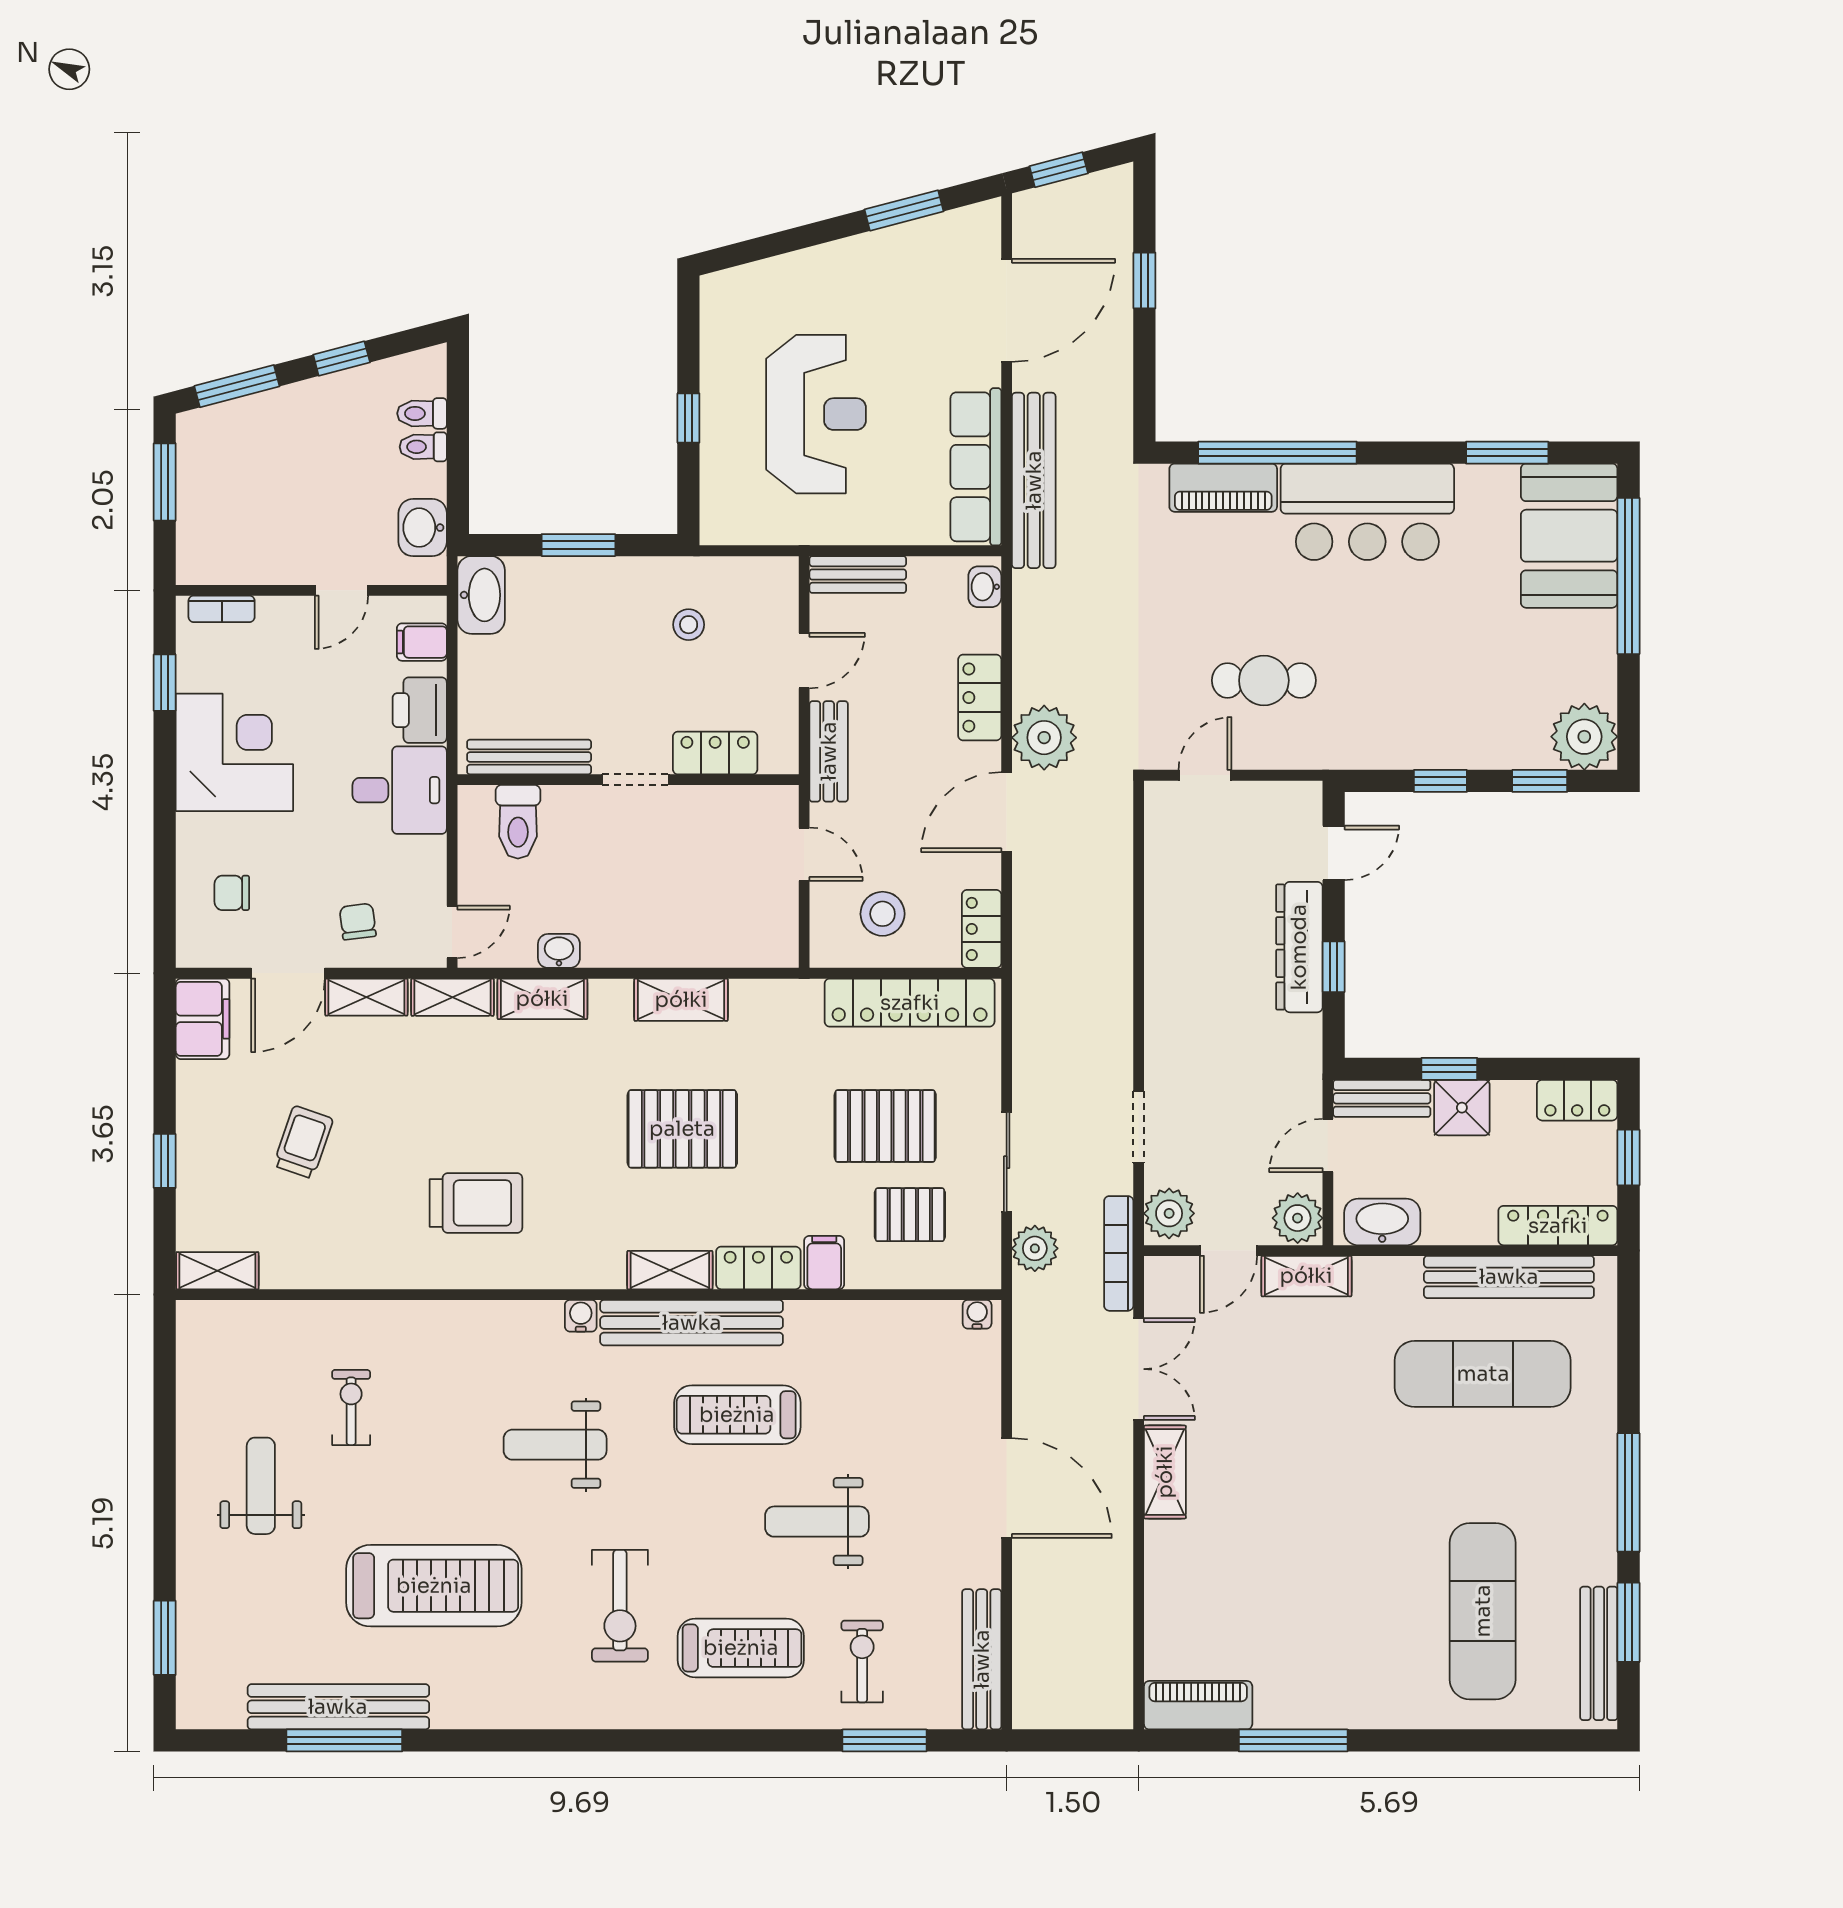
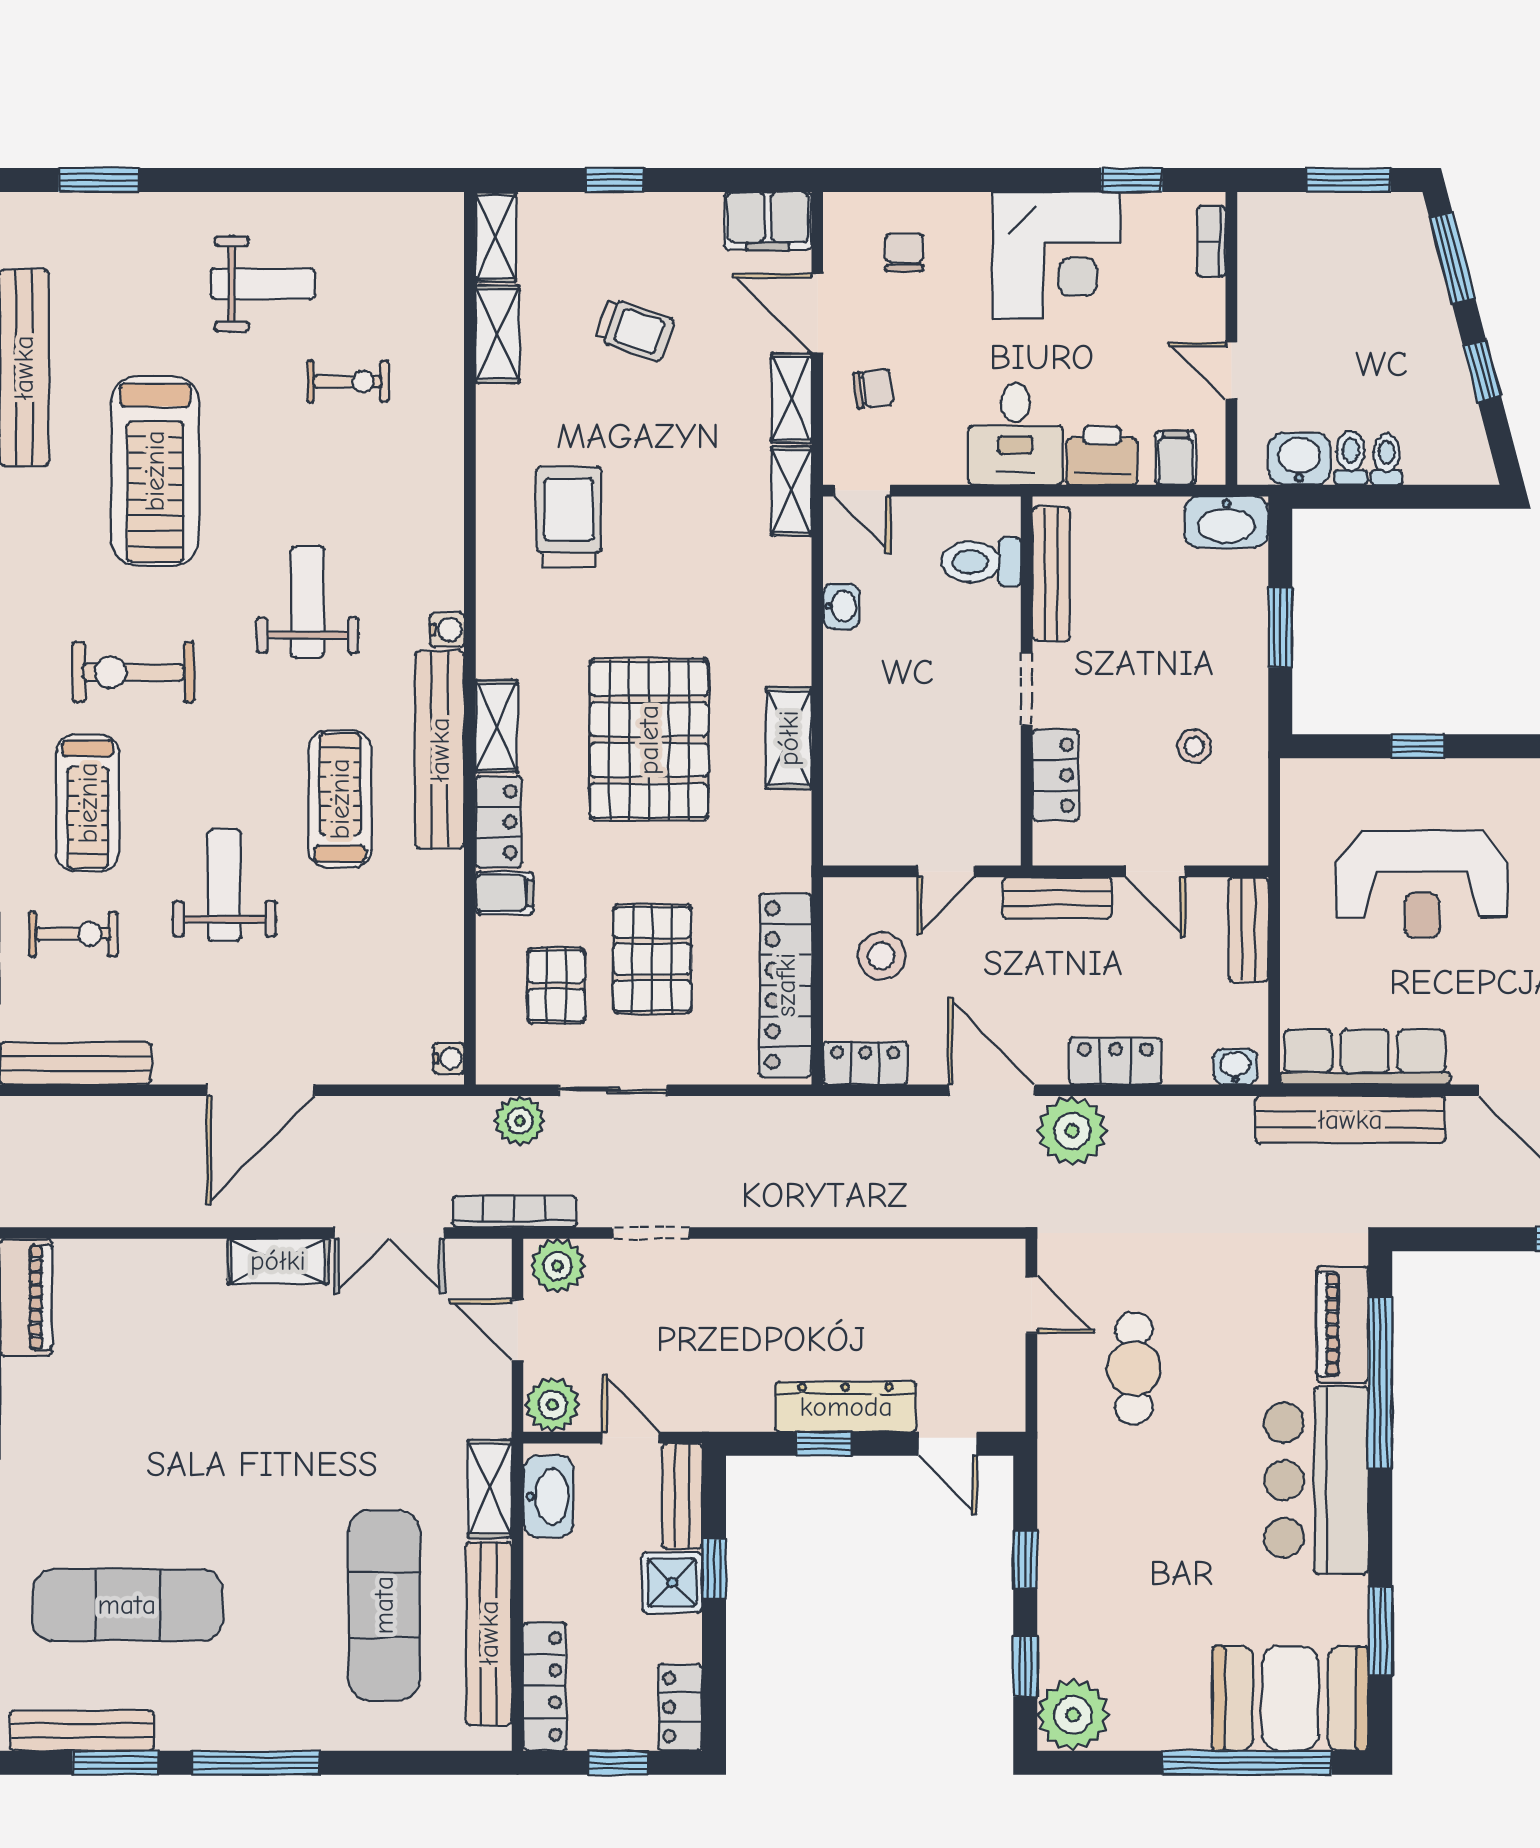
toilet: (422, 413) -> (1351, 458), moved
shelving: (542, 999) -> (498, 334), moved
pallet: (682, 1129) -> (649, 740), width x1.37, depth x1.41
trolley: (476, 1203) -> (569, 516), turned 180
shelving: (1306, 1276) -> (490, 1489), moved

